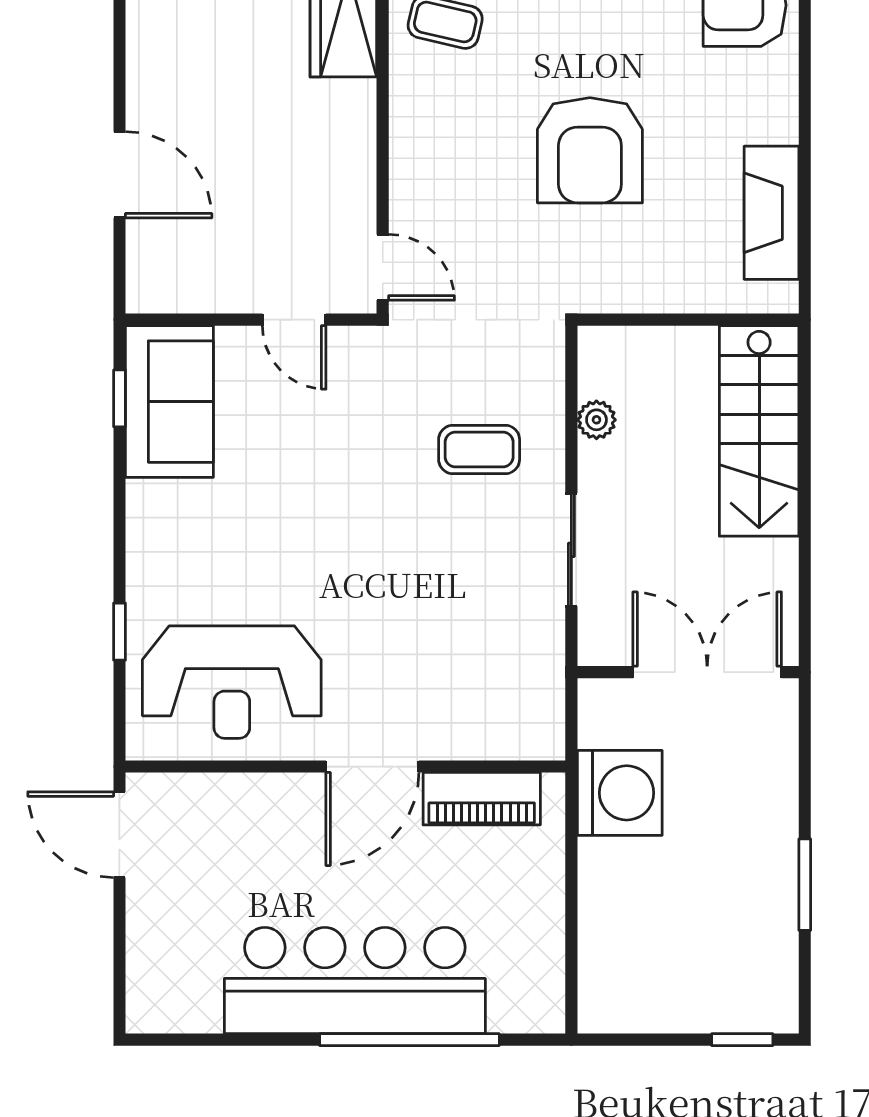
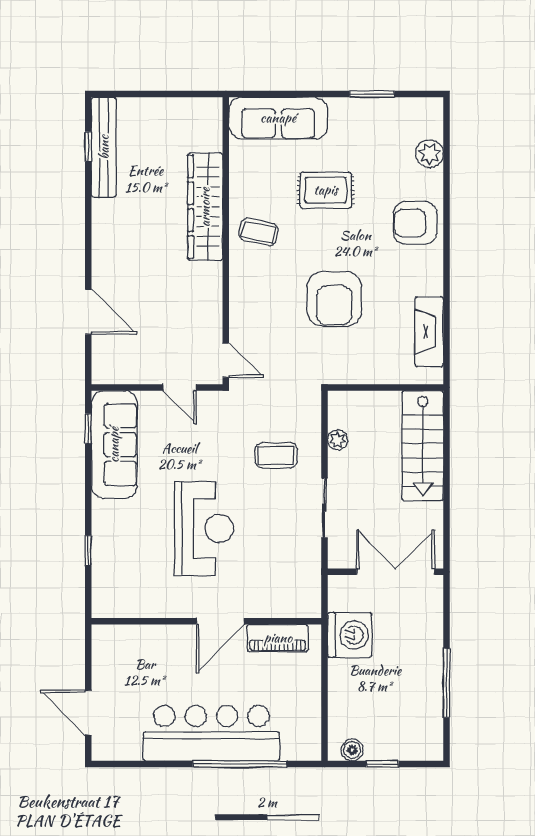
sofa: (169, 402) -> (114, 445), width x1.36
reception desk: (232, 682) -> (204, 528), moved, turned -90
door: (119, 835) -> (88, 713), moved
window: (805, 885) -> (447, 683), width x1.44
boiler: (624, 1013) -> (352, 750), added
window: (742, 1040) -> (382, 764), moved

